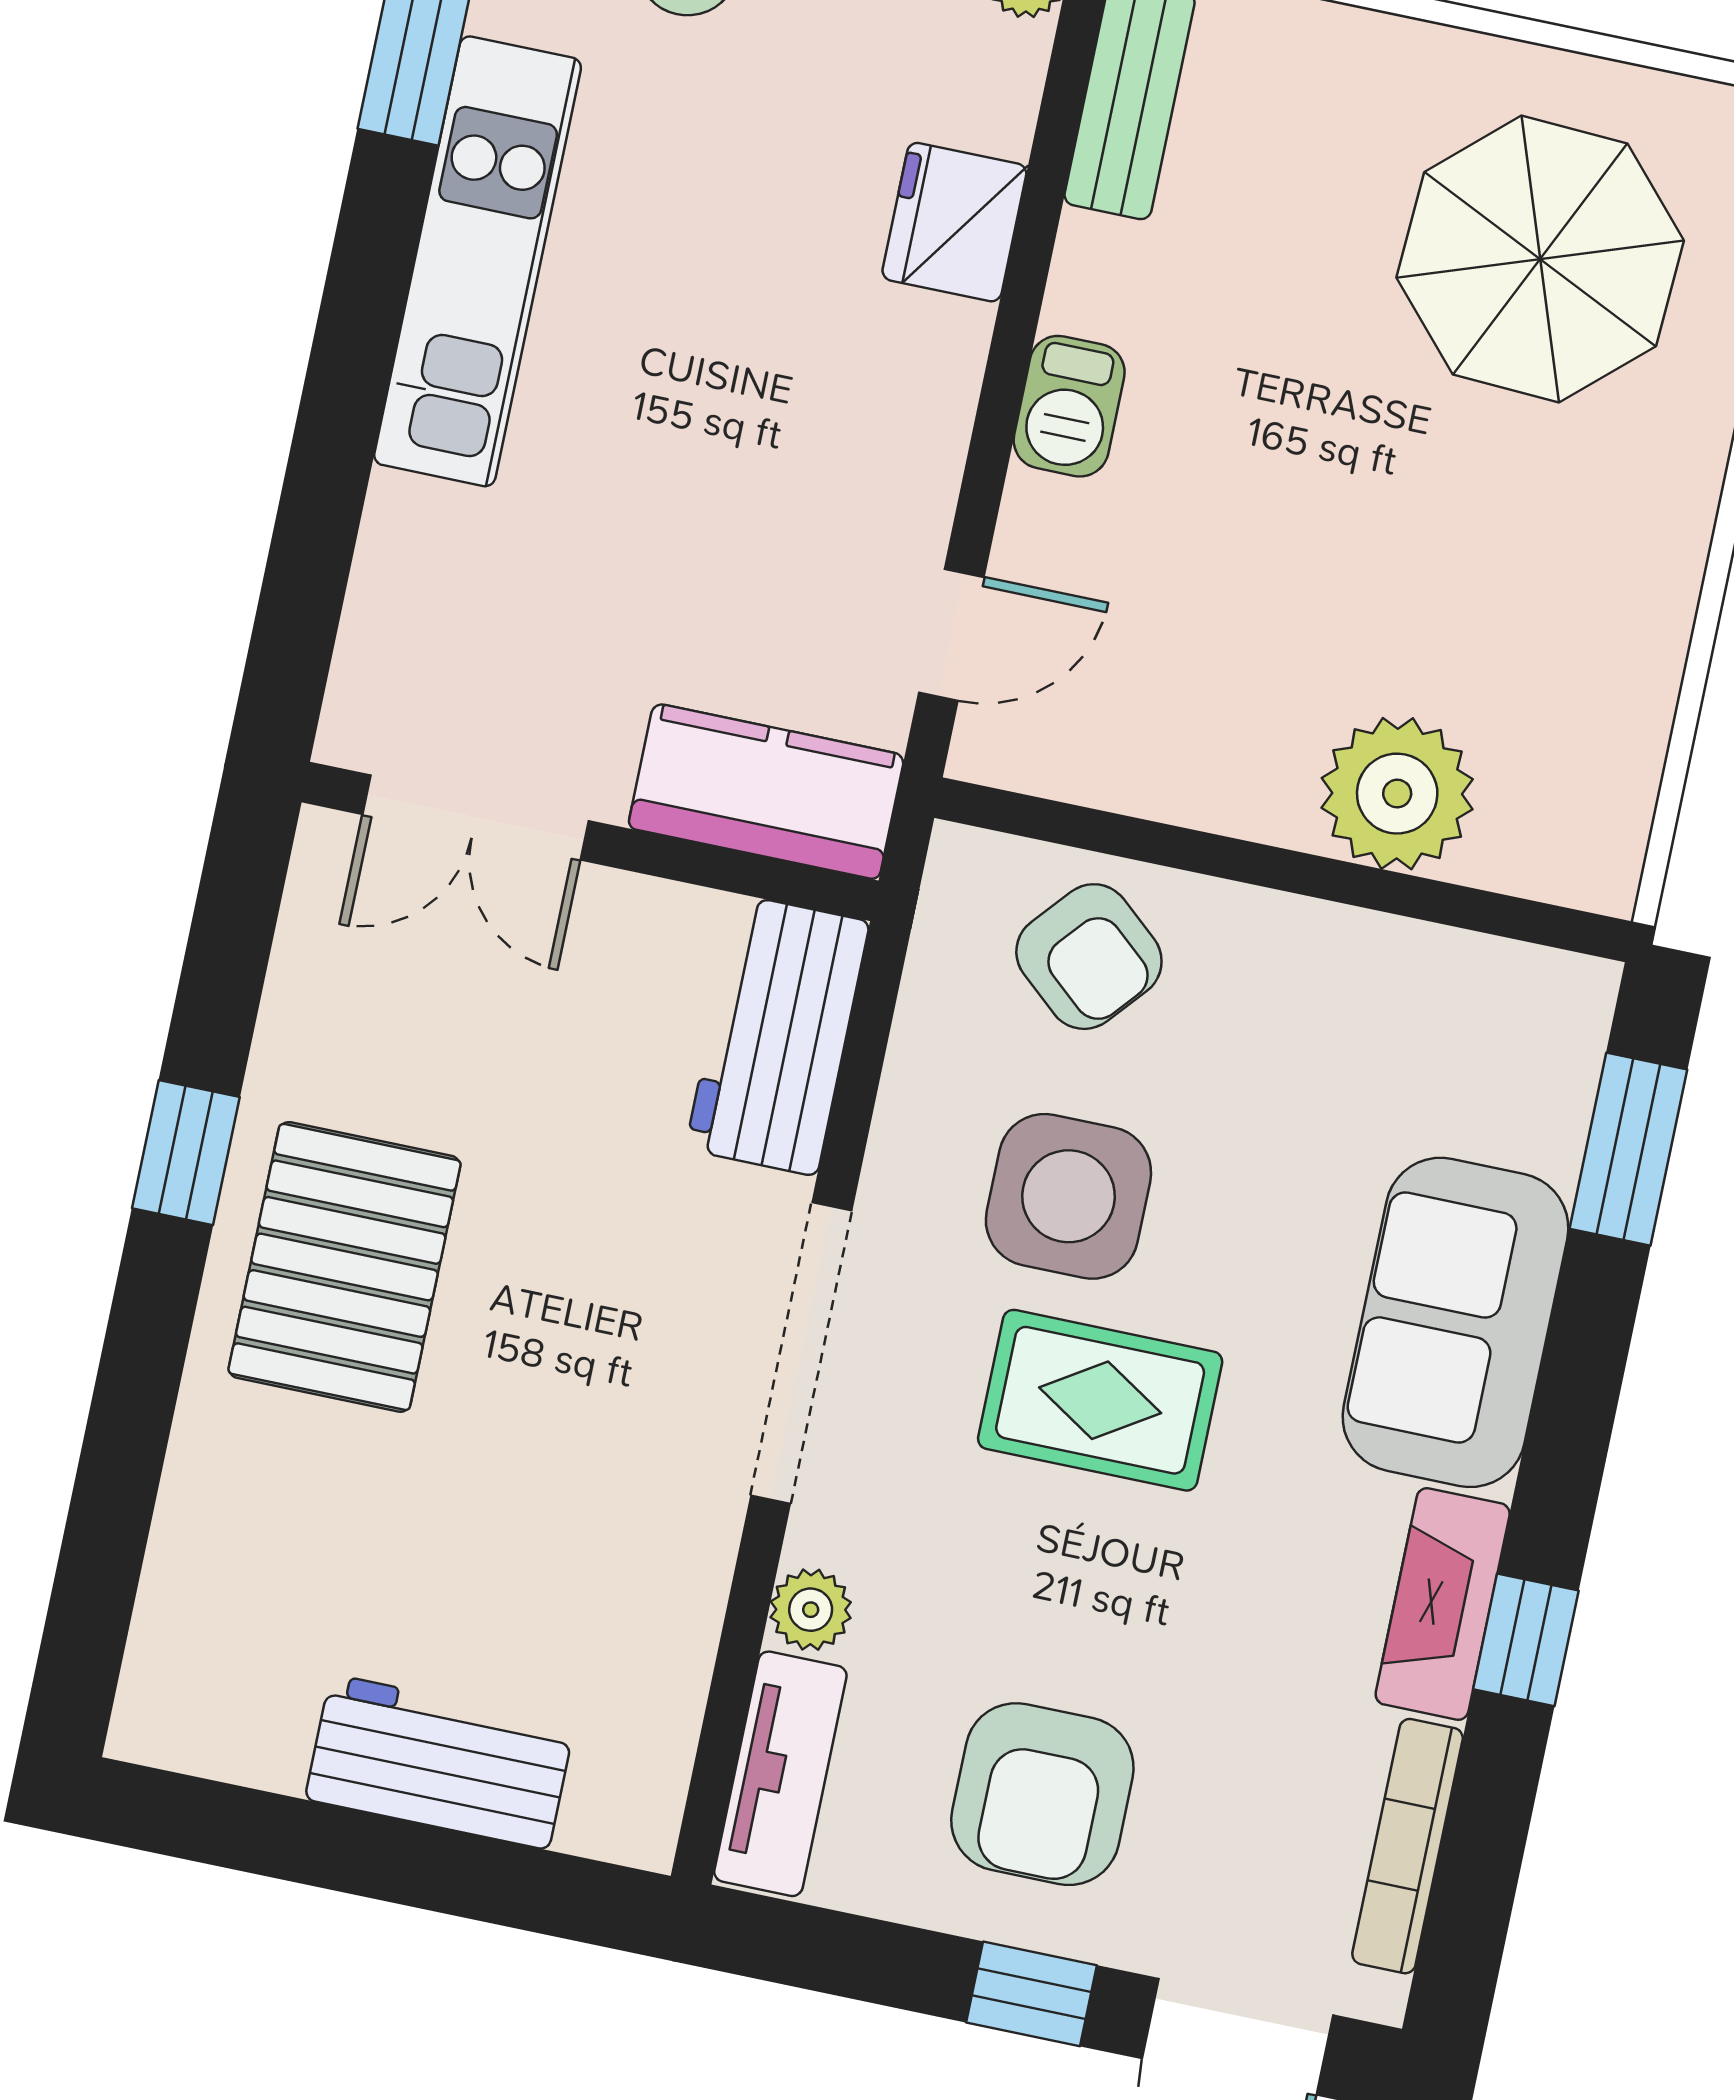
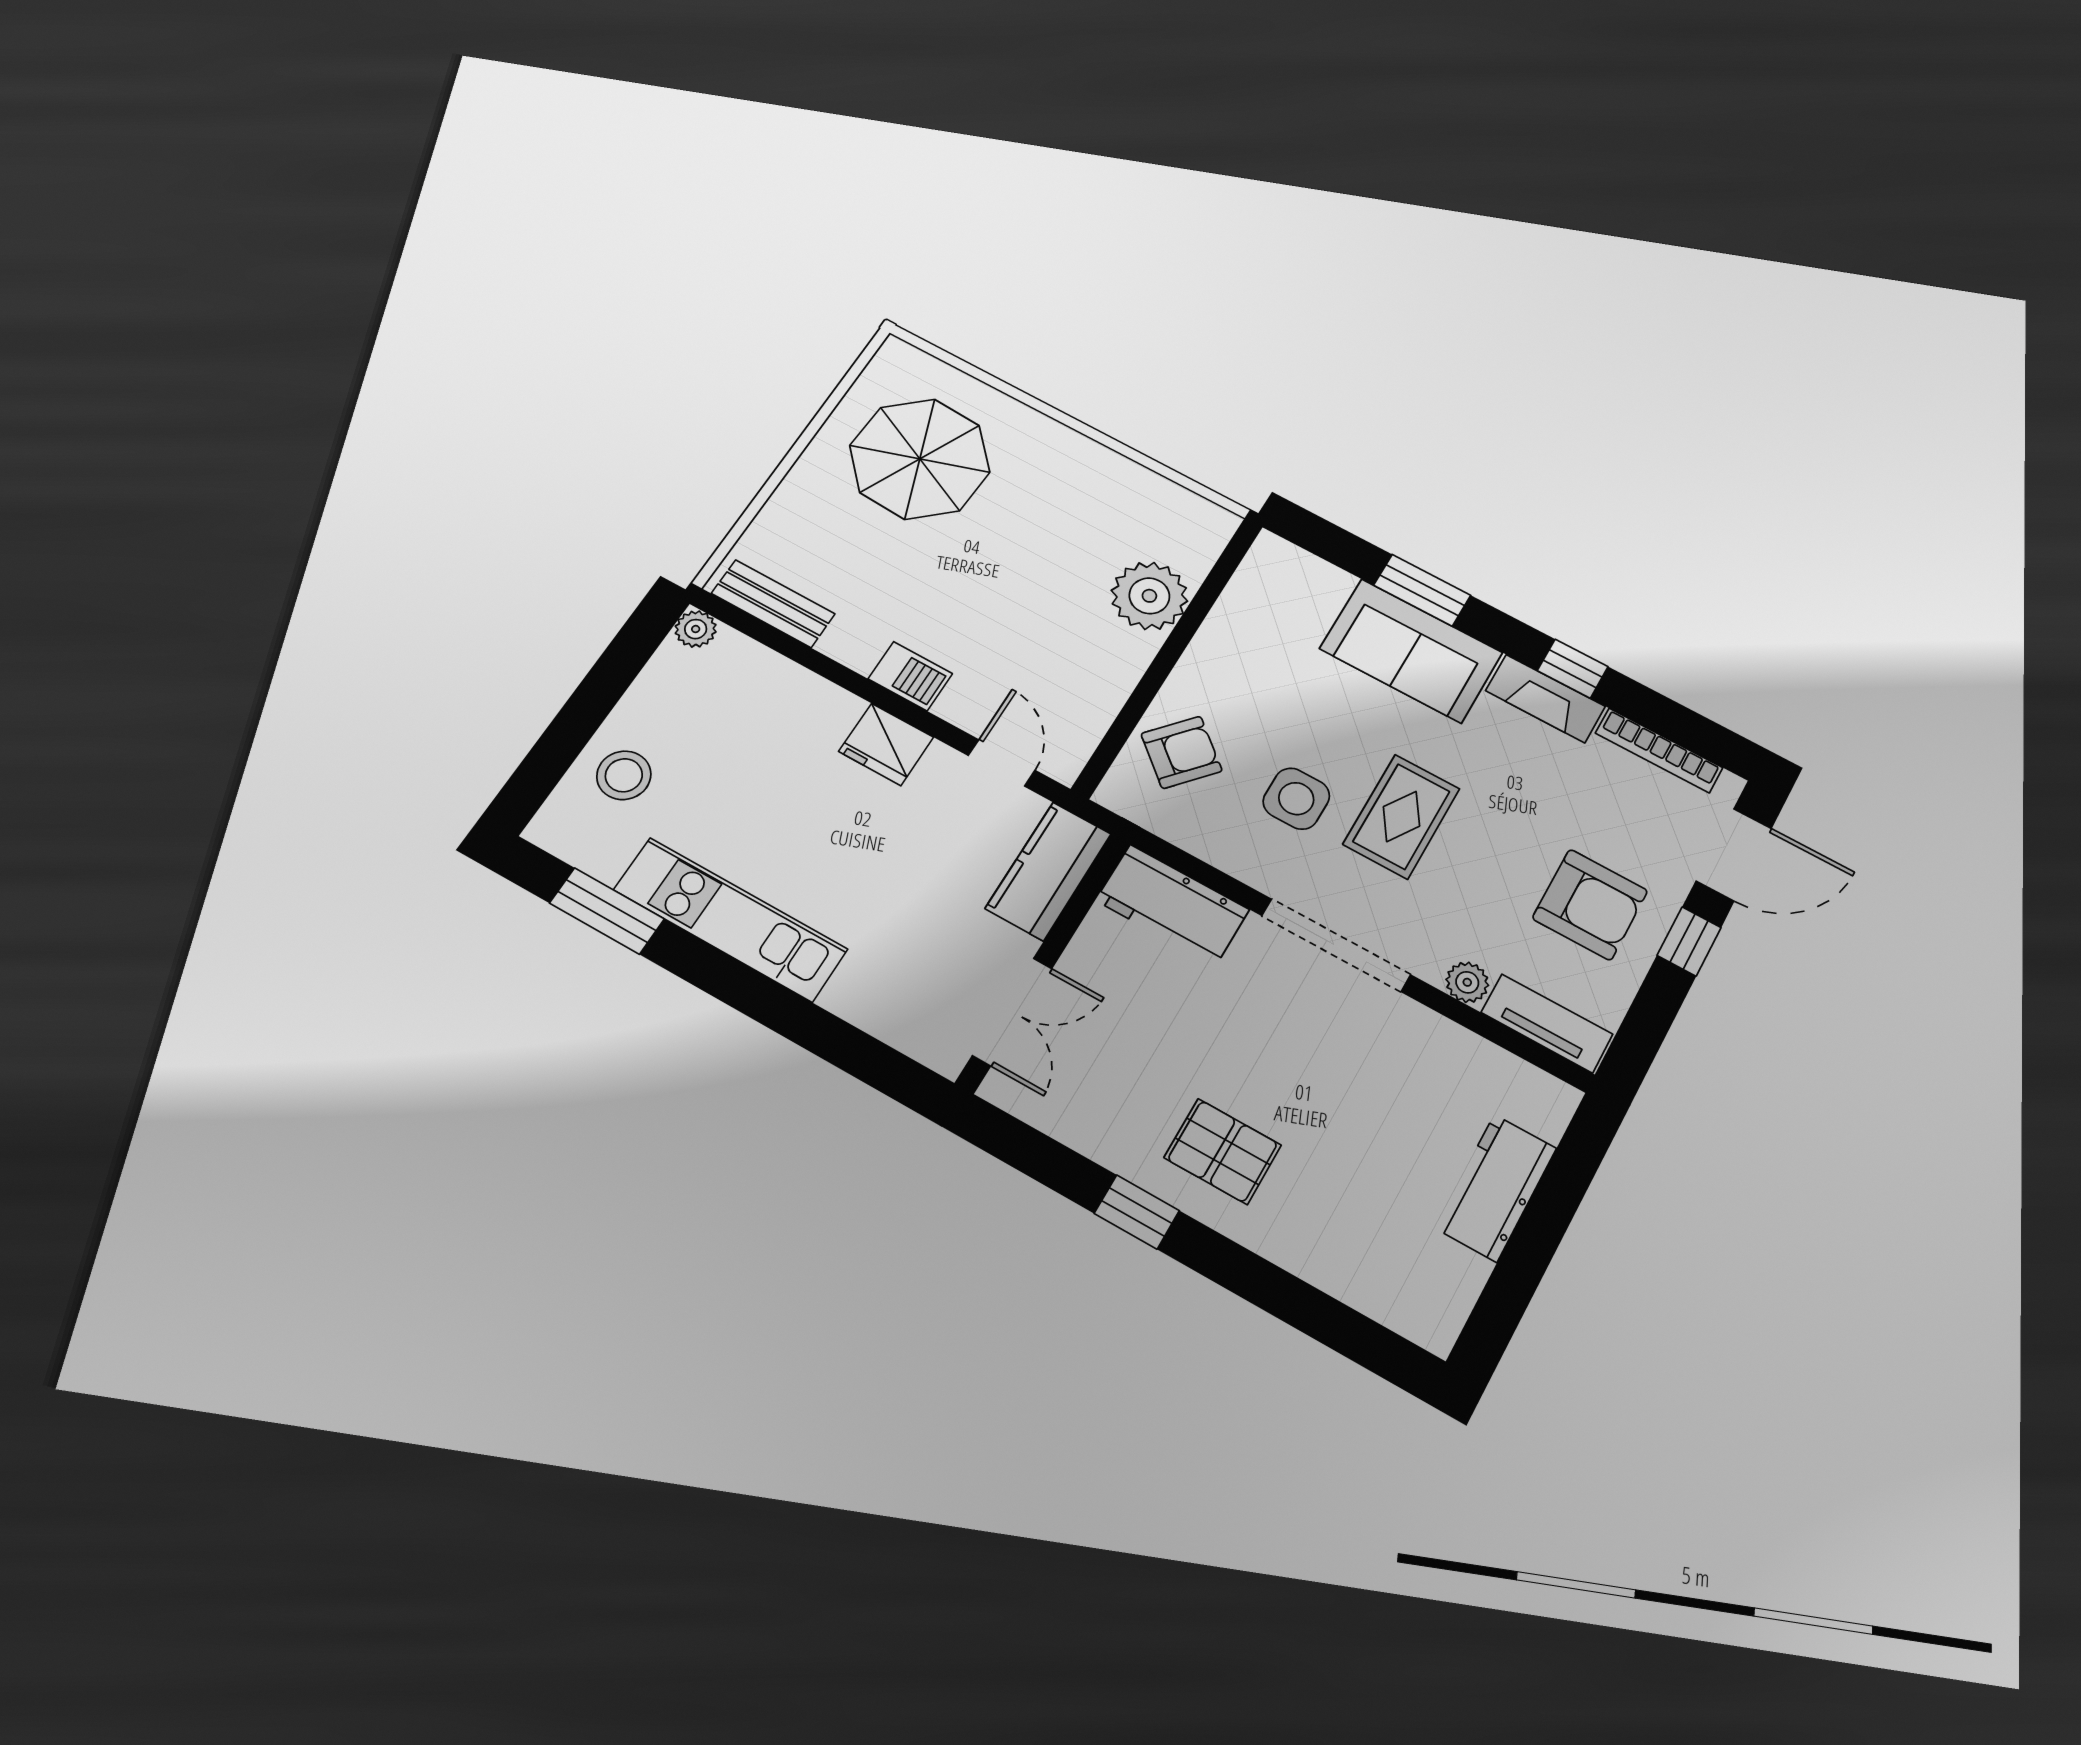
fridge: (954, 222) -> (886, 744), moved
window: (1628, 1149) -> (1422, 590), moved
side table: (1068, 1196) -> (1296, 799), width x0.73, depth x0.73
pallet: (345, 1267) -> (1223, 1151), width x0.67, depth x0.71

